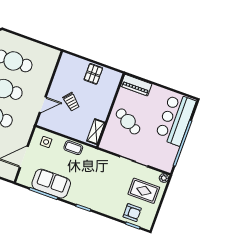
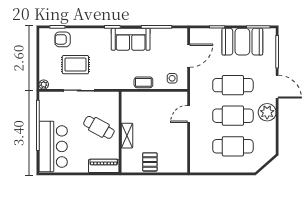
trolley: (71, 102) -> (162, 127), removed
shelving: (96, 132) -> (127, 136), moved
sofa: (51, 184) -> (131, 39), moved
rug: (144, 191) -> (75, 65), moved

